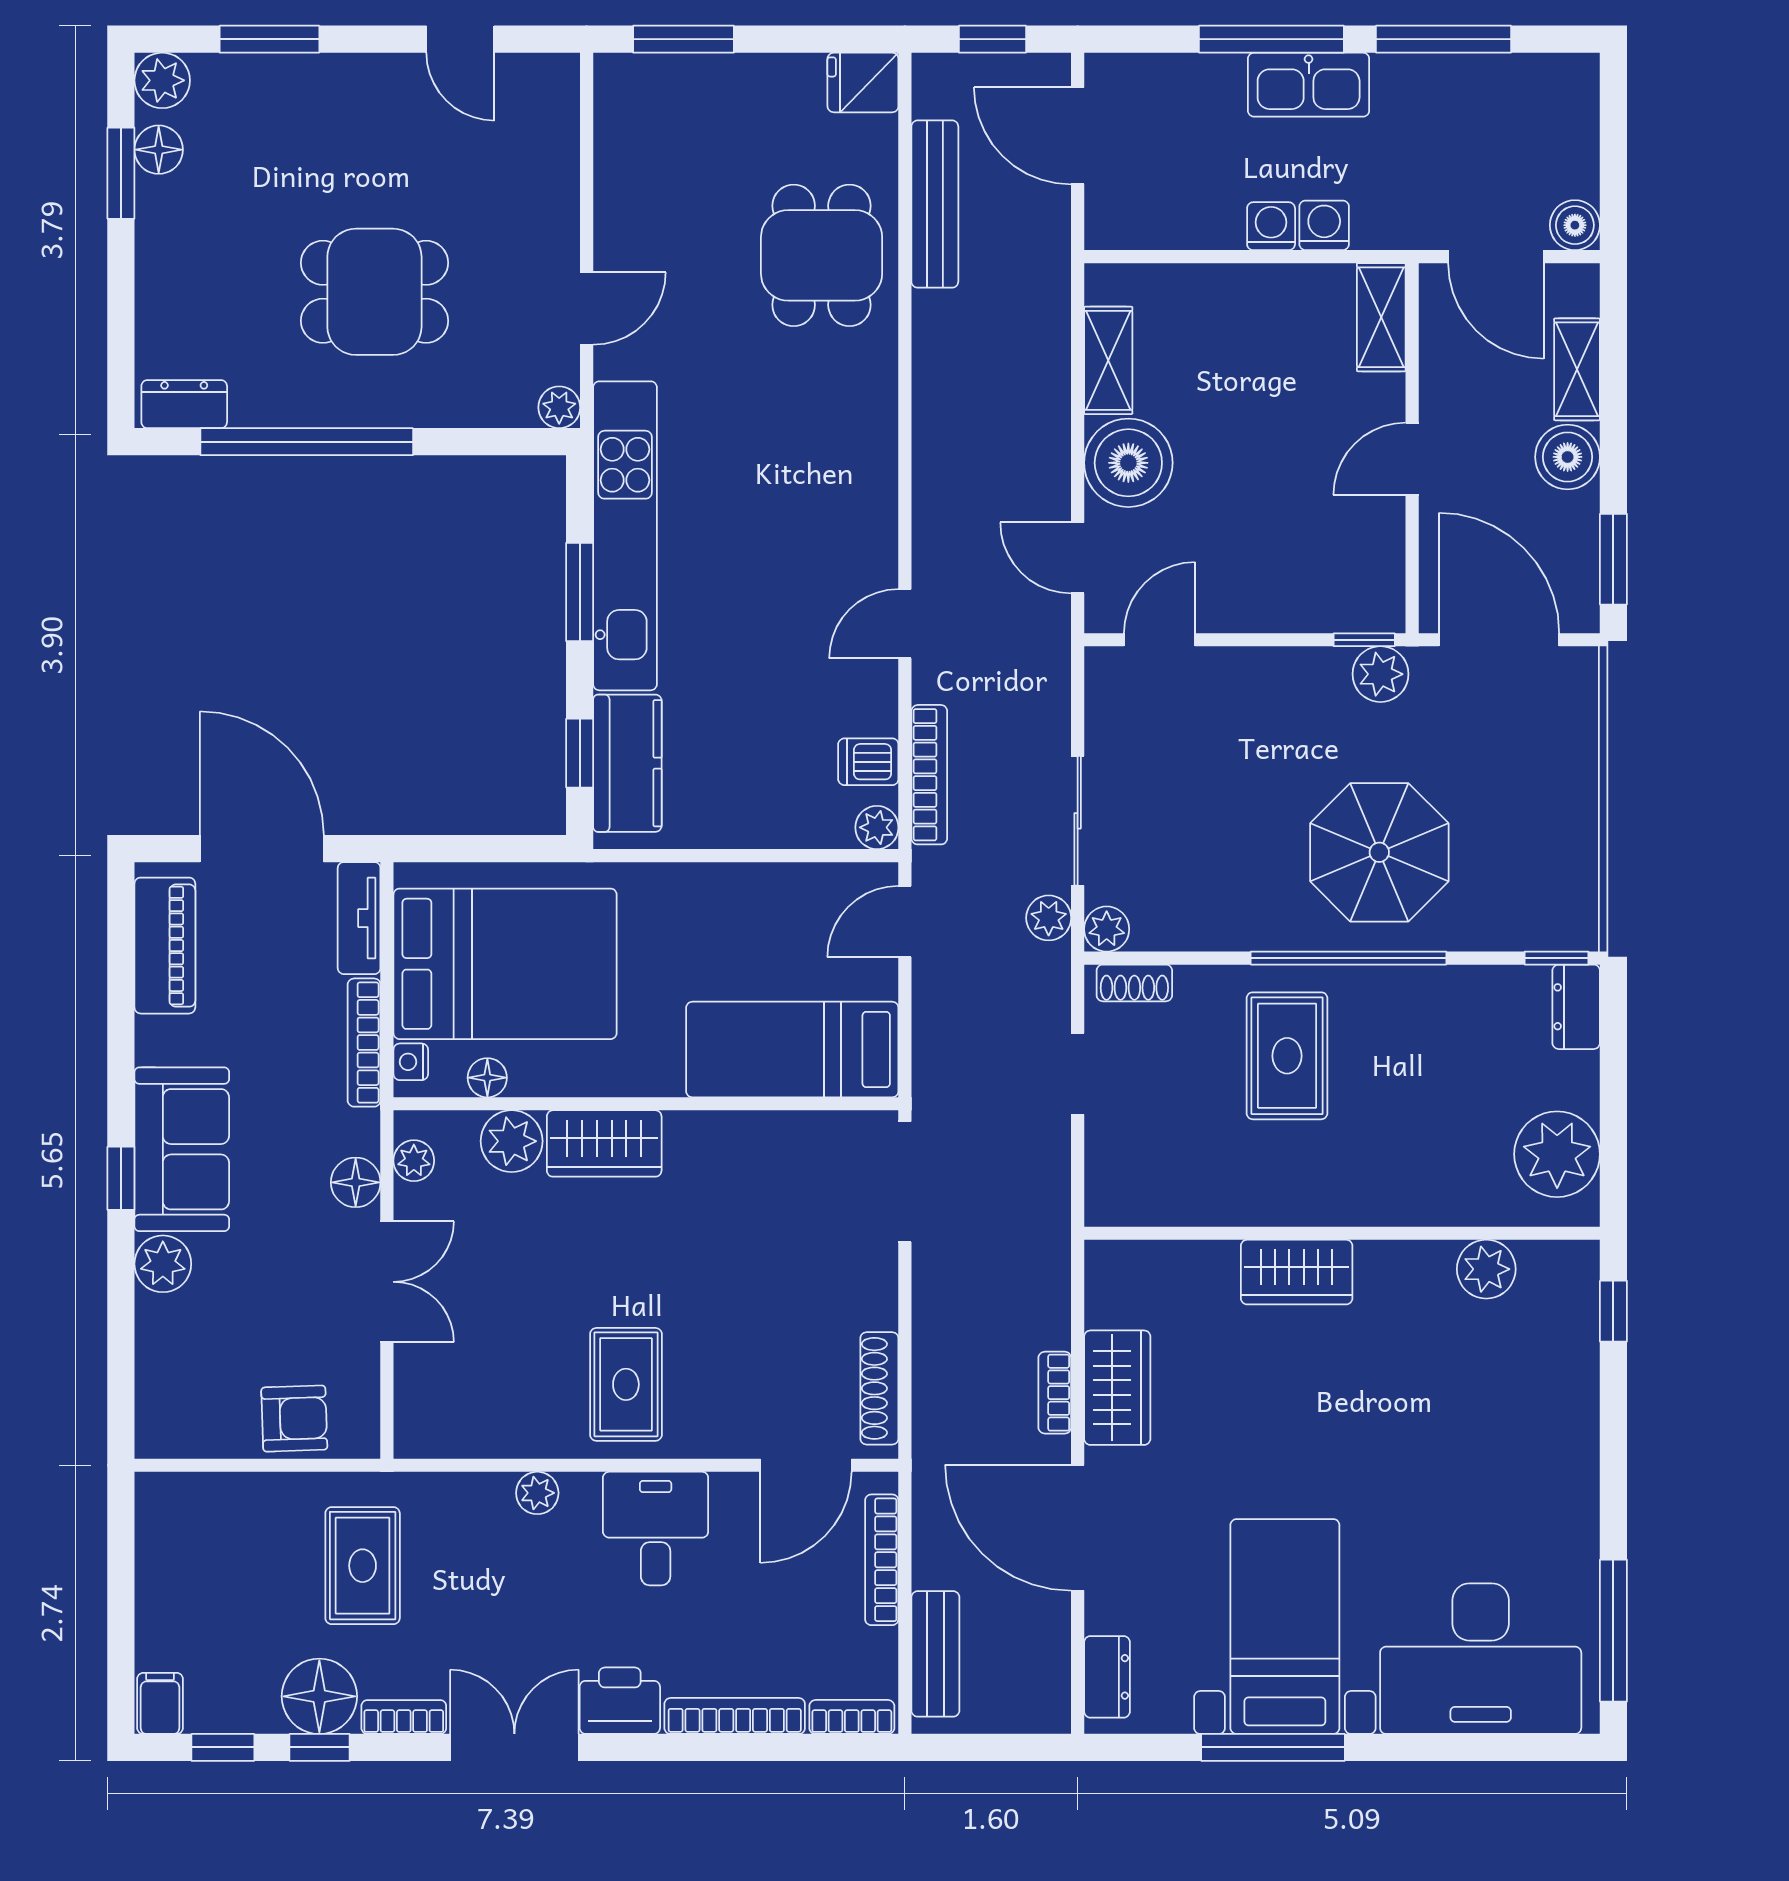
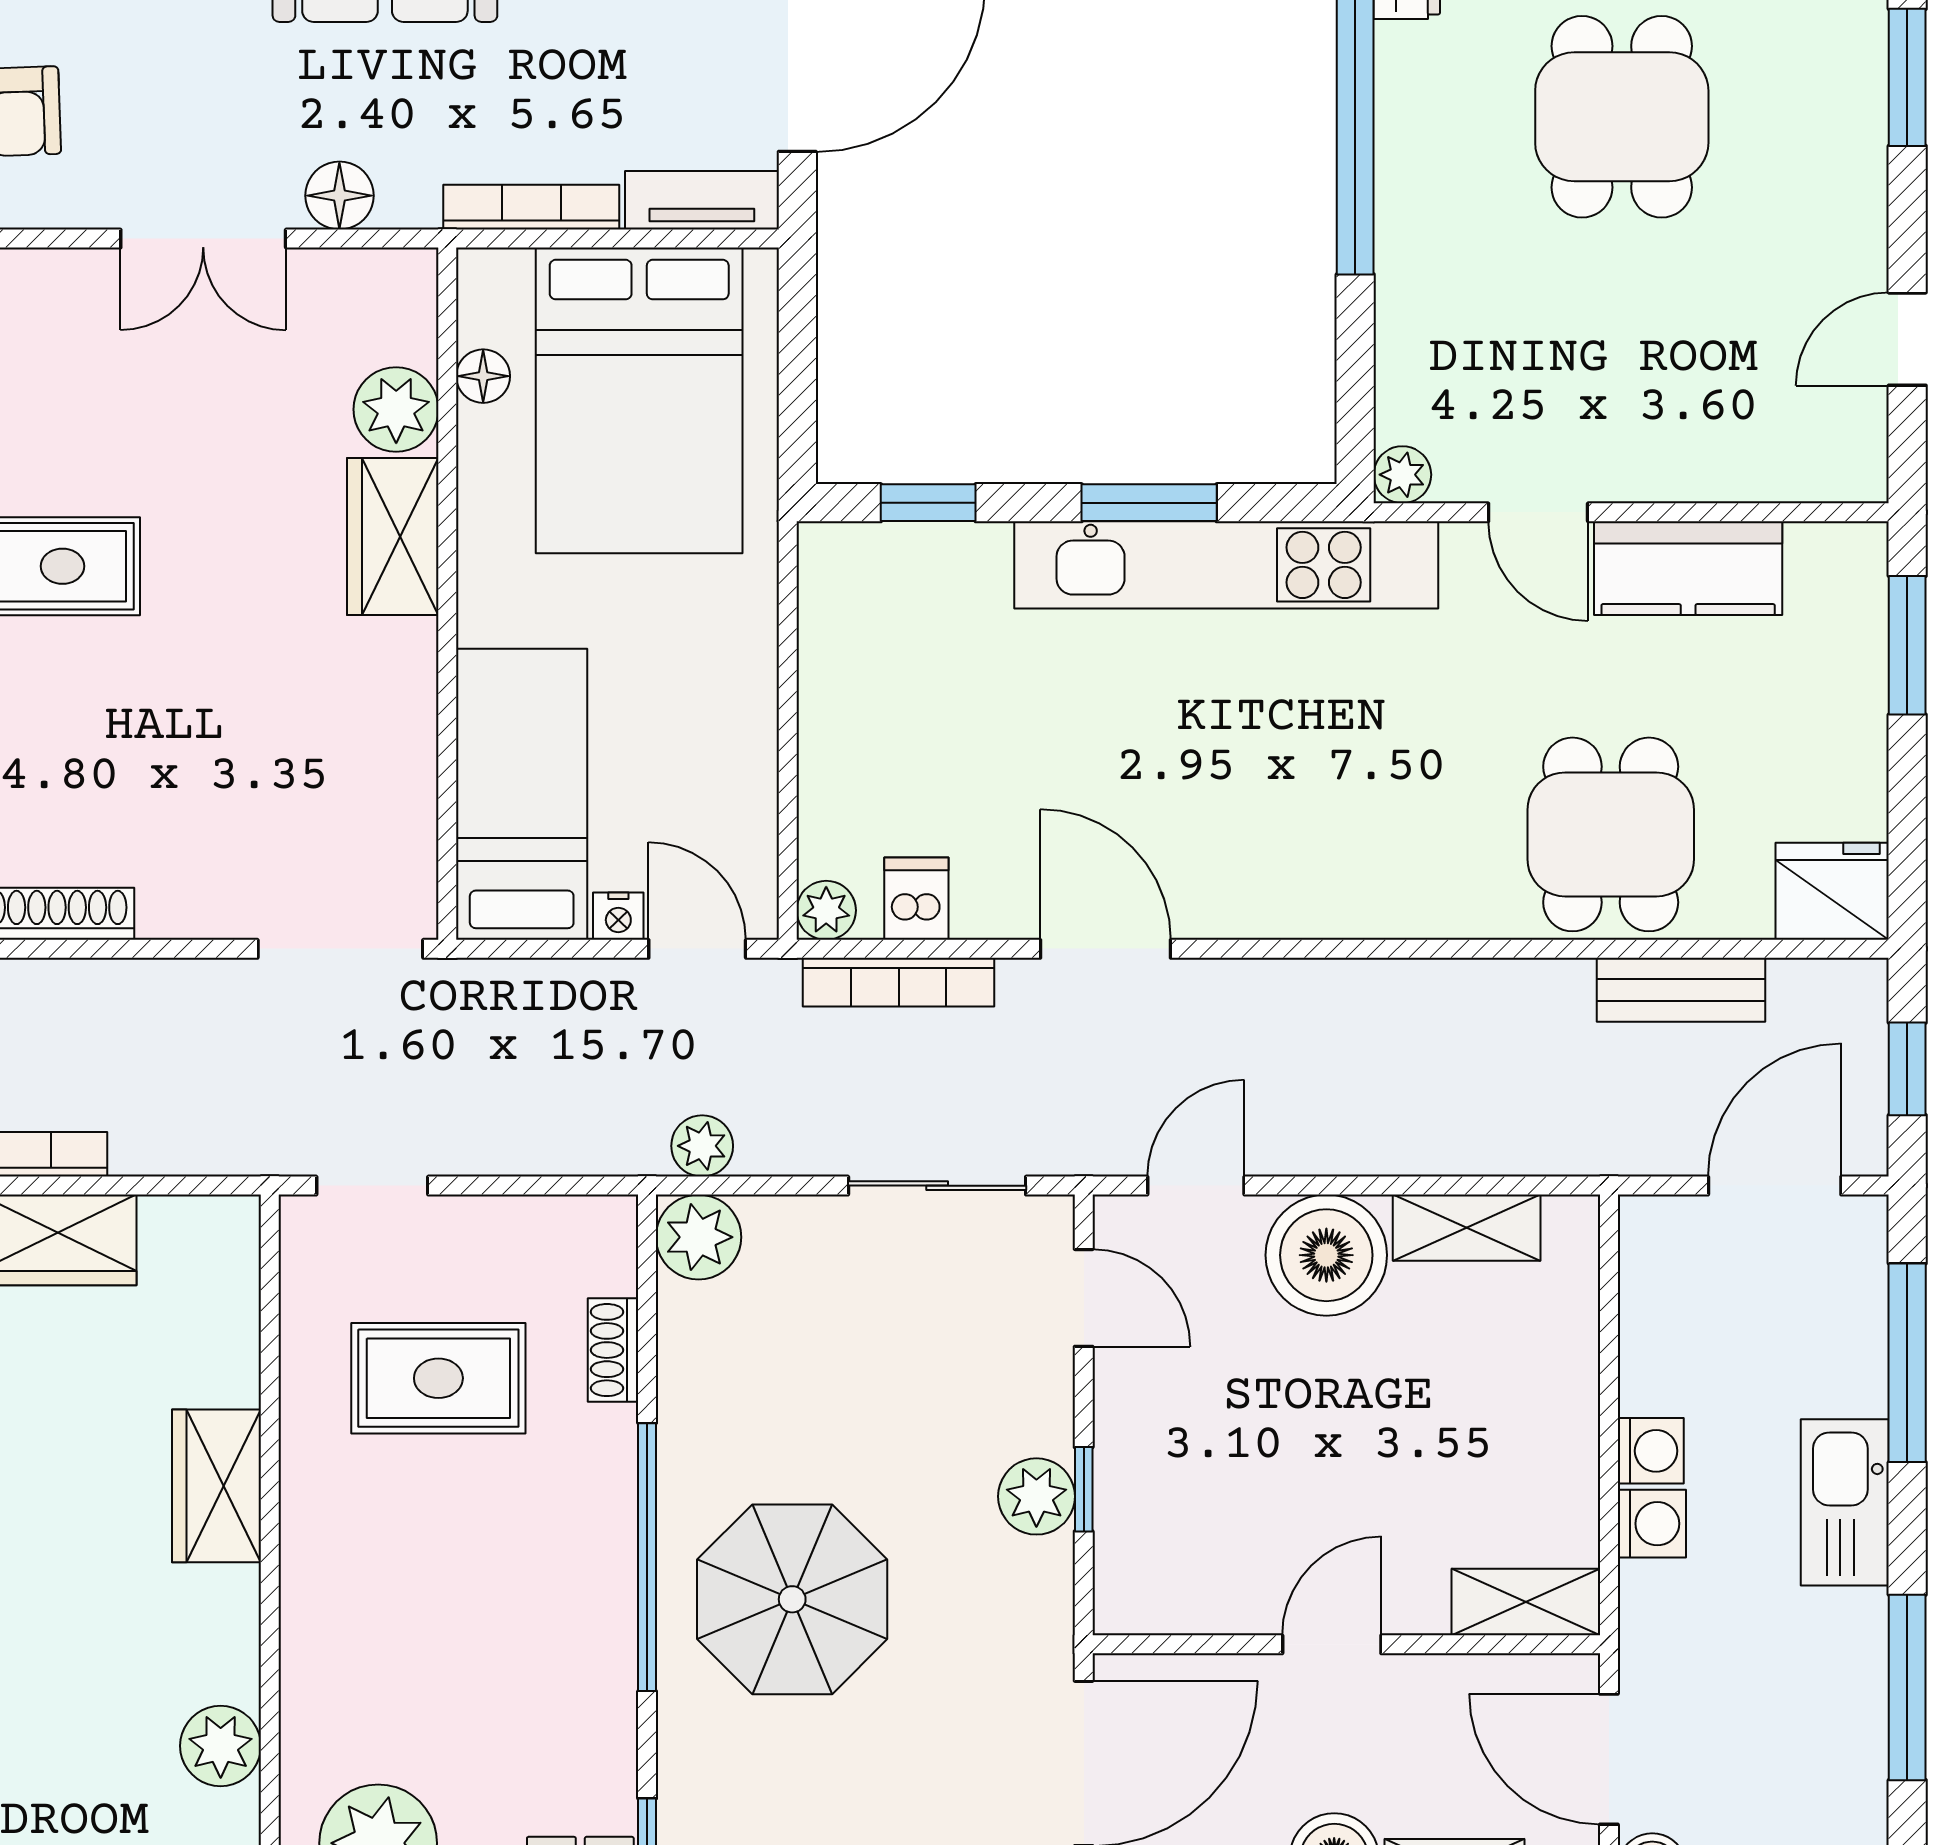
window: (1271, 39) -> (1907, 1363), moved
fridge: (863, 82) -> (1832, 891), width x1.38
bench: (935, 204) -> (1681, 990), width x0.73
dining table: (822, 255) -> (1611, 834), turned 90
door: (1496, 257) -> (1609, 1759), hinge flipped
dining table: (374, 292) -> (1622, 117), moved
door: (1412, 459) -> (1332, 1644), hinge flipped
door: (905, 624) -> (1106, 949), width x1.38
window: (1364, 640) -> (1084, 1489), moved
plant: (1380, 674) -> (1036, 1496), moved
kitchen counter: (627, 763) -> (1688, 568), moved
sliding door: (1078, 821) -> (937, 1186), moved
plant: (1107, 929) -> (699, 1237), width x1.38, depth x1.38
shoe rack: (1134, 983) -> (613, 1350), moved
rug: (1287, 1056) -> (438, 1378), moved
nightstand: (411, 1062) -> (618, 916), moved, turned 180
doorway: (1078, 1074) -> (372, 1186), moved
plant: (414, 1161) -> (369, 275), removed

